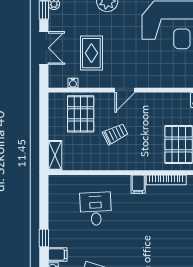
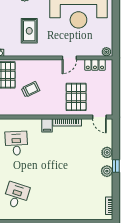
rug: (91, 53) -> (29, 31), moved
door: (125, 90) -> (69, 58), moved

